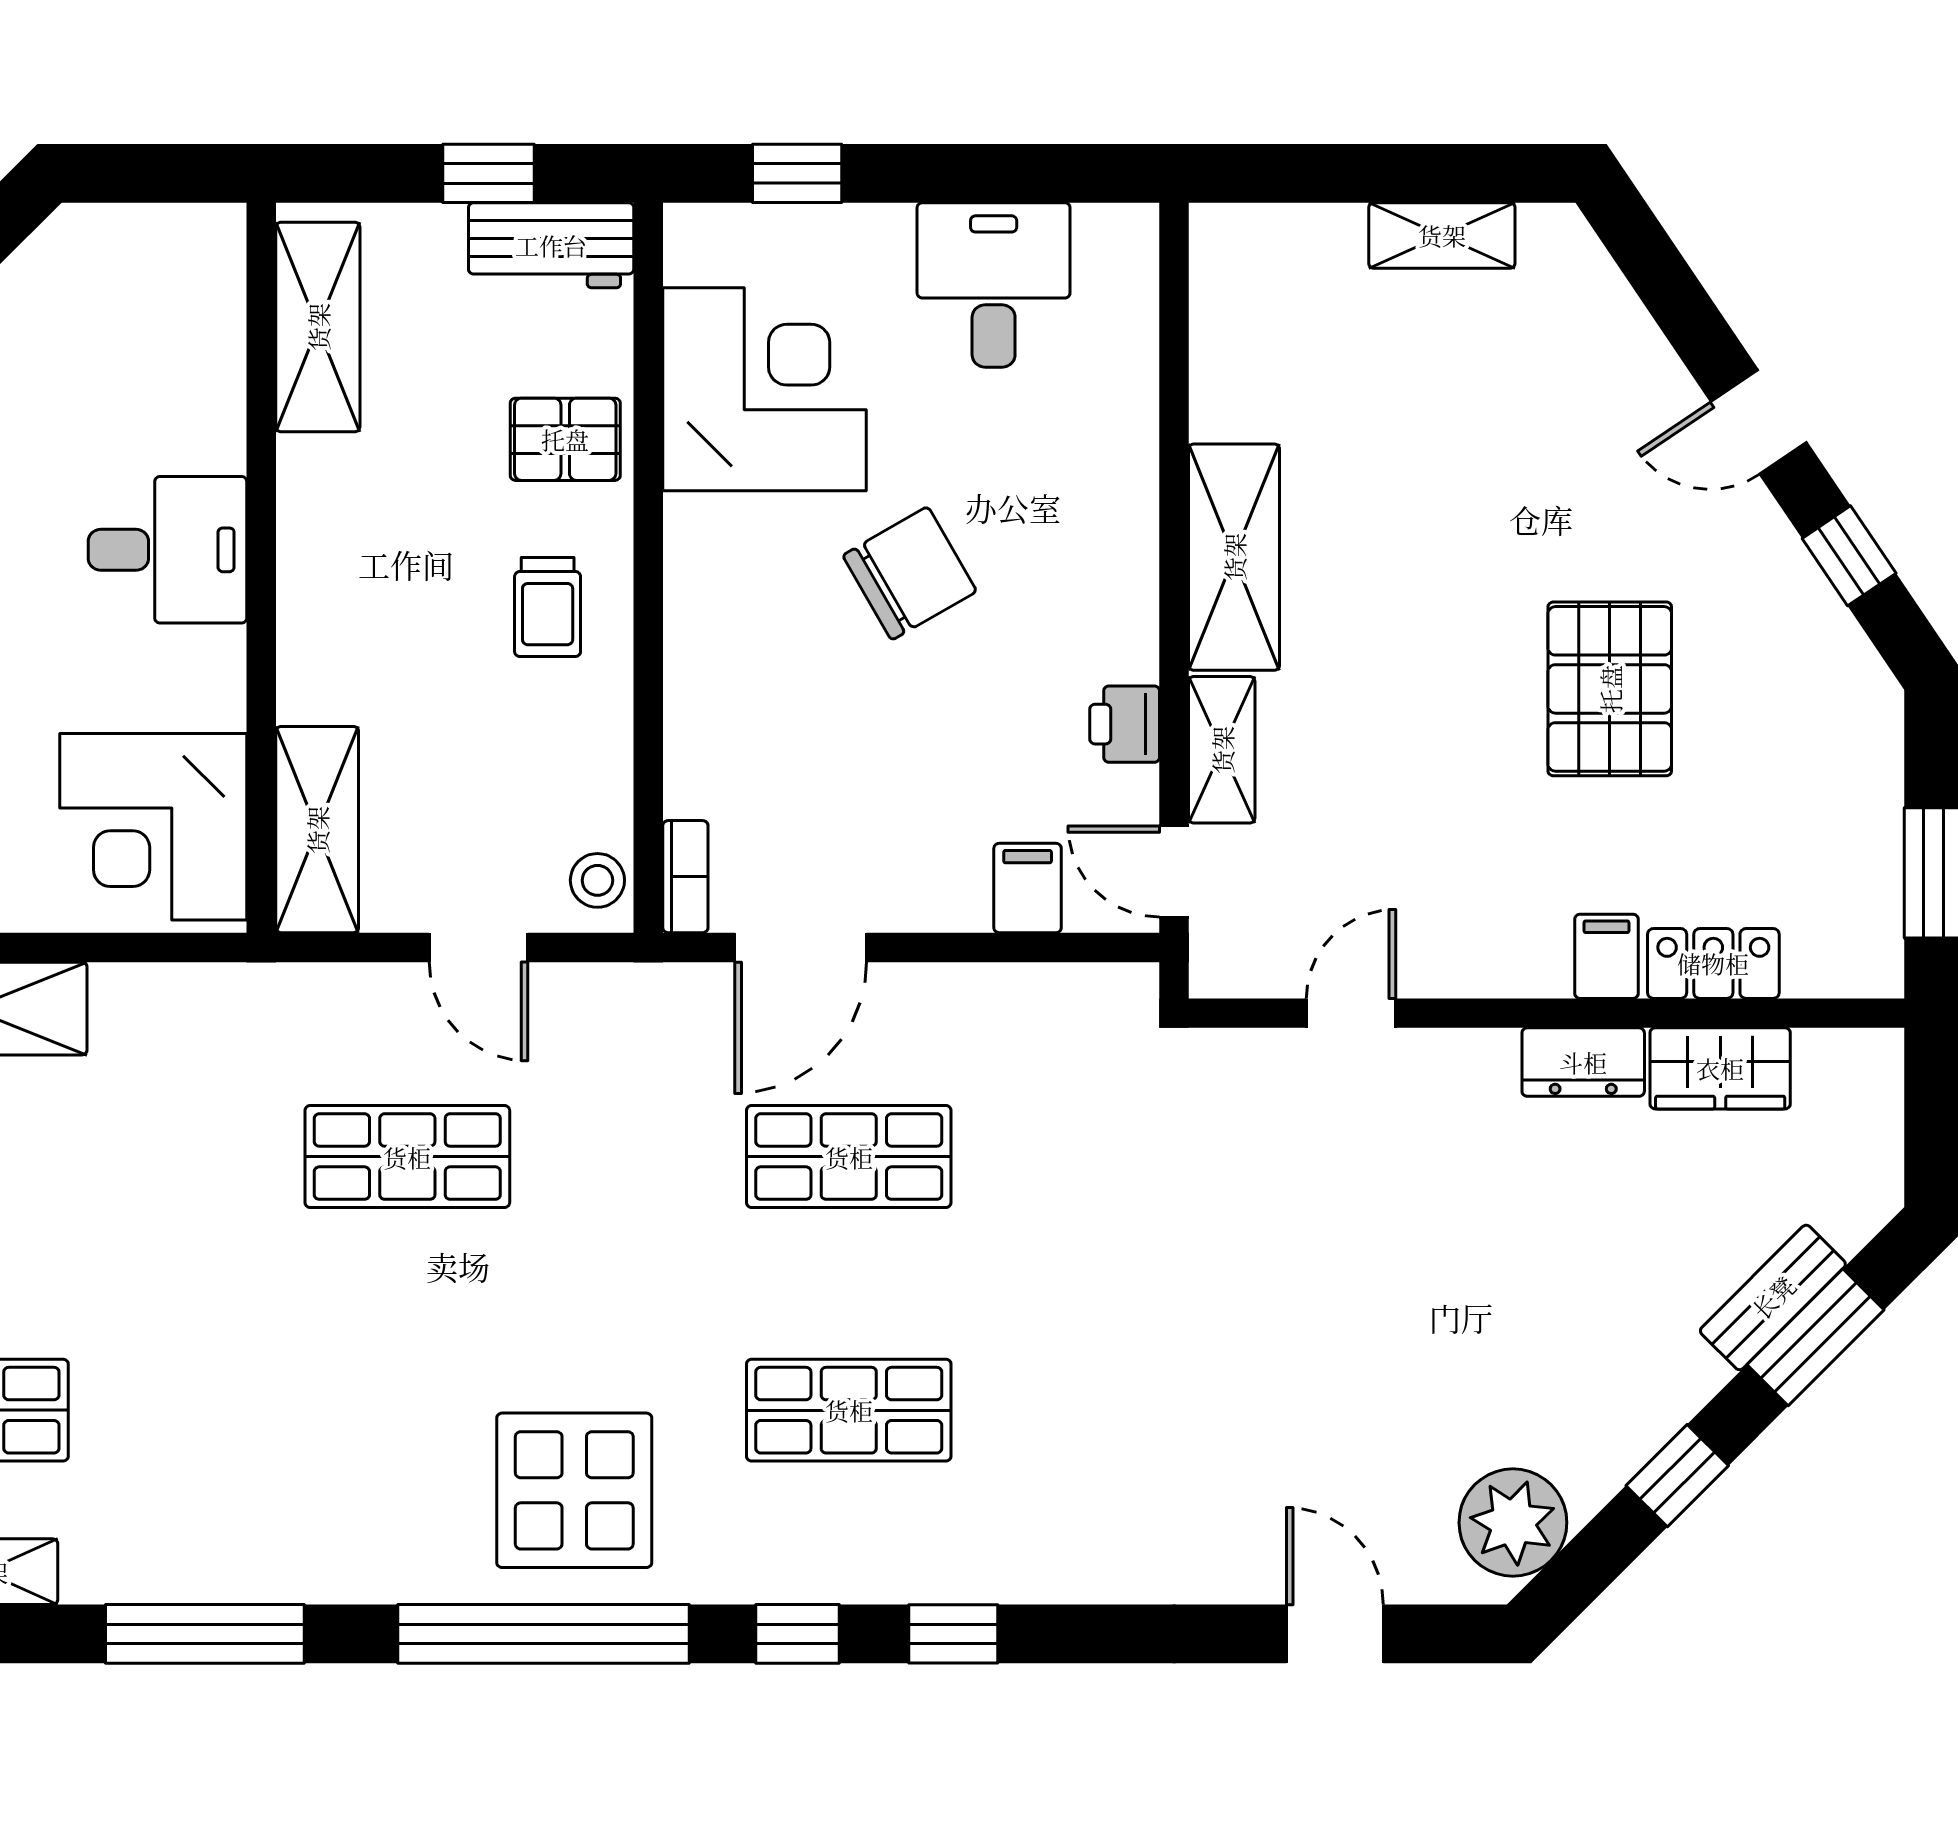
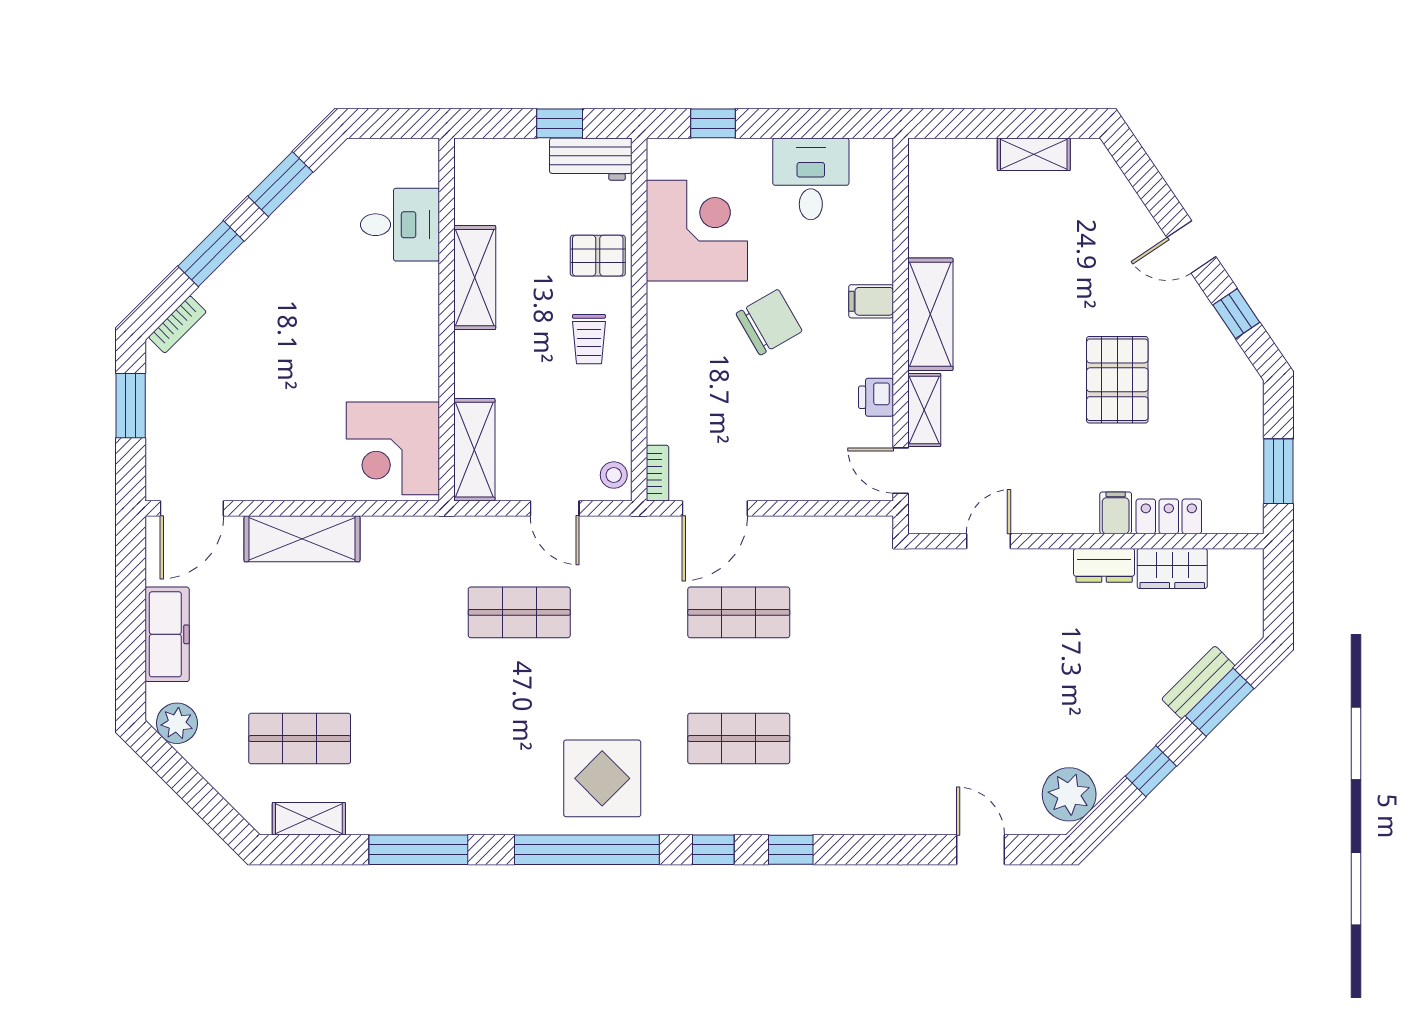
shelving: (318, 327) -> (475, 278), moved
desk: (167, 550) -> (400, 225), moved
filing cabinet: (1028, 888) -> (871, 301), moved, turned -90

